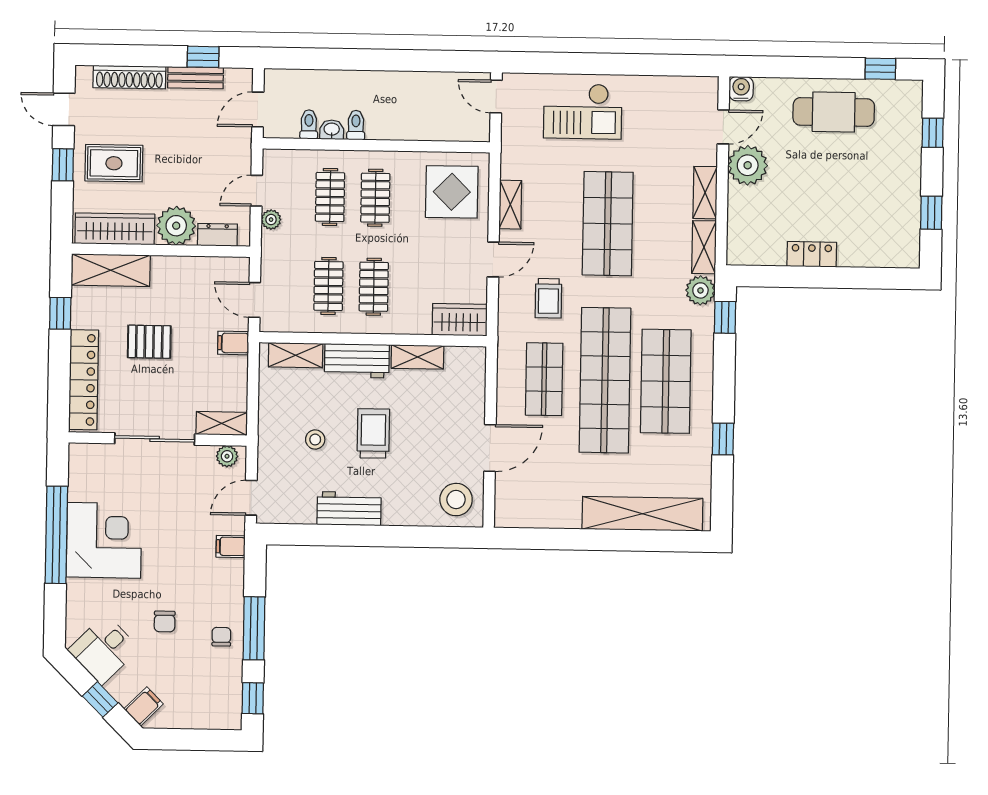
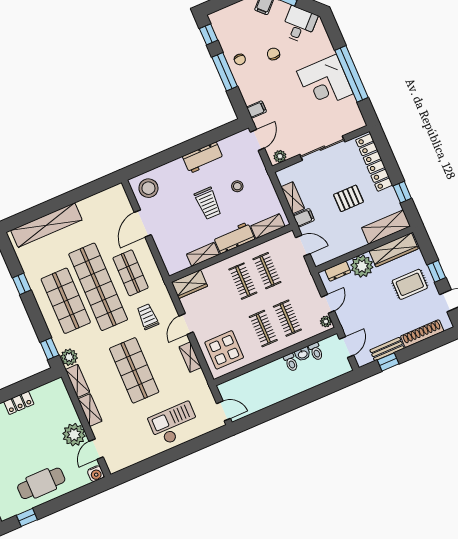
plant: (271, 220) -> (326, 321), moved
shelving: (222, 423) -> (293, 198), moved, turned 90

